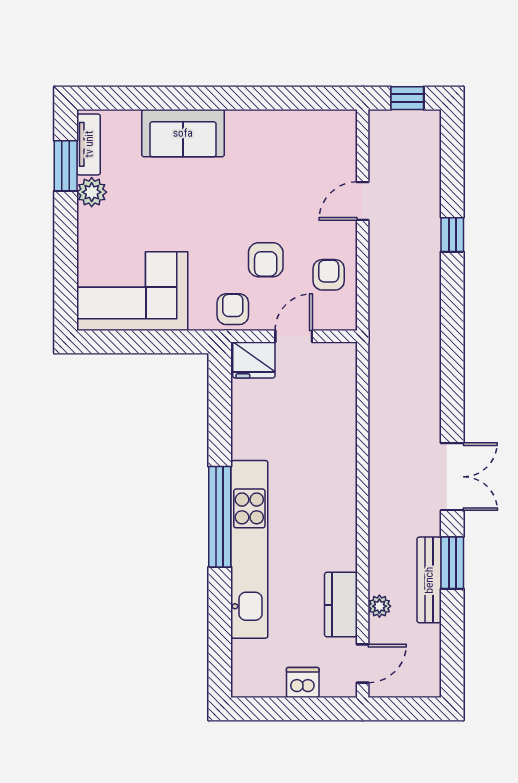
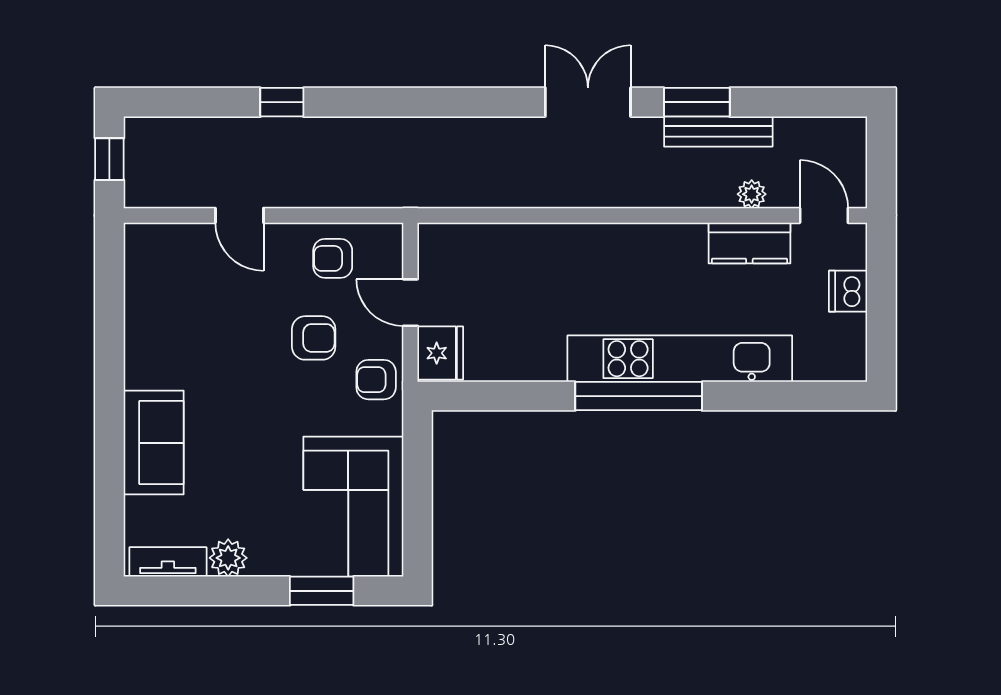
window: (66, 166) -> (322, 591), moved

